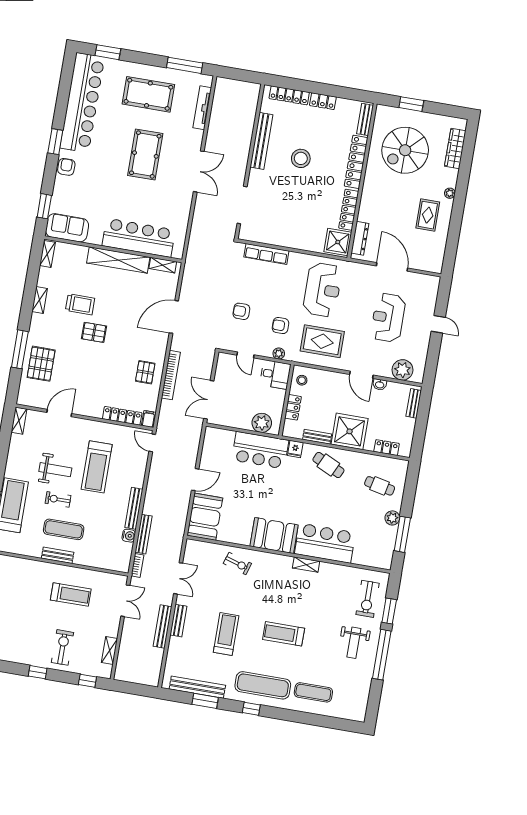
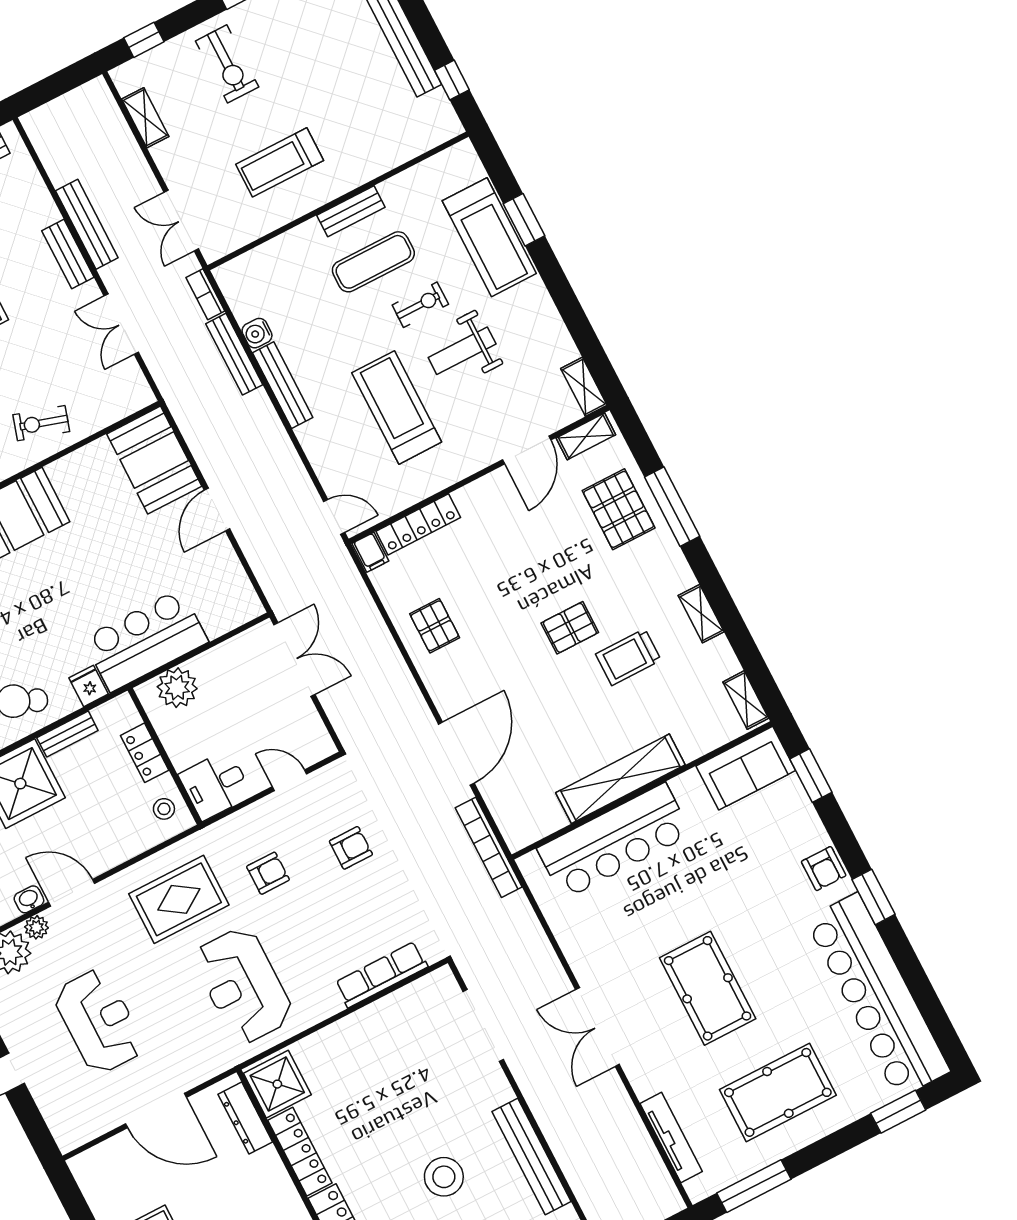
shelving: (163, 265) -> (586, 436), moved
plant: (279, 353) -> (36, 927), moved
bookcase: (171, 375) -> (489, 847), moved

